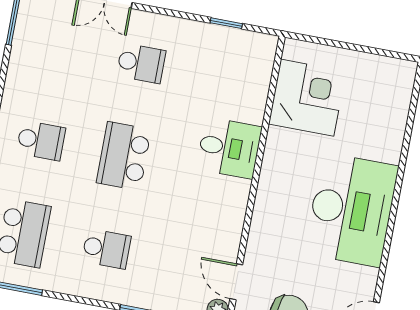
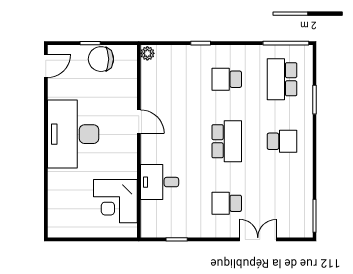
school desk: (41, 141) -> (282, 141), turned 180
desk: (229, 148) -> (160, 182), moved
door: (236, 282) -> (139, 122), moved

